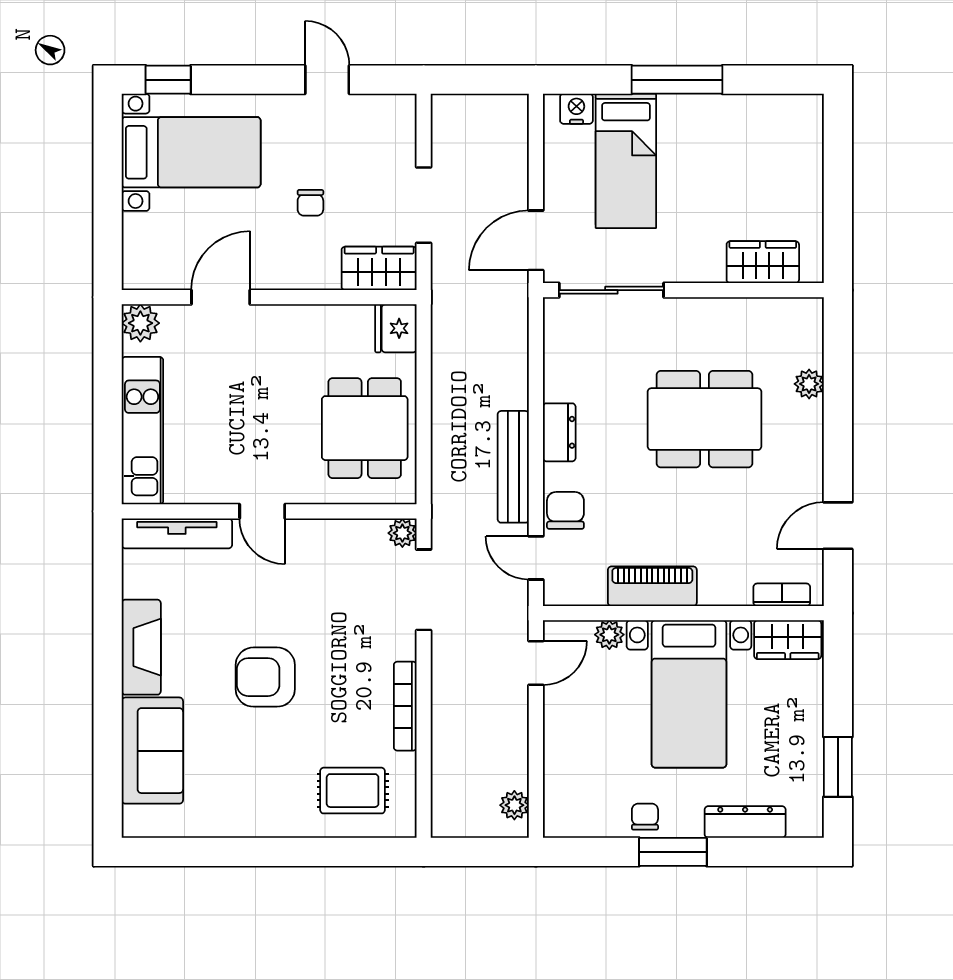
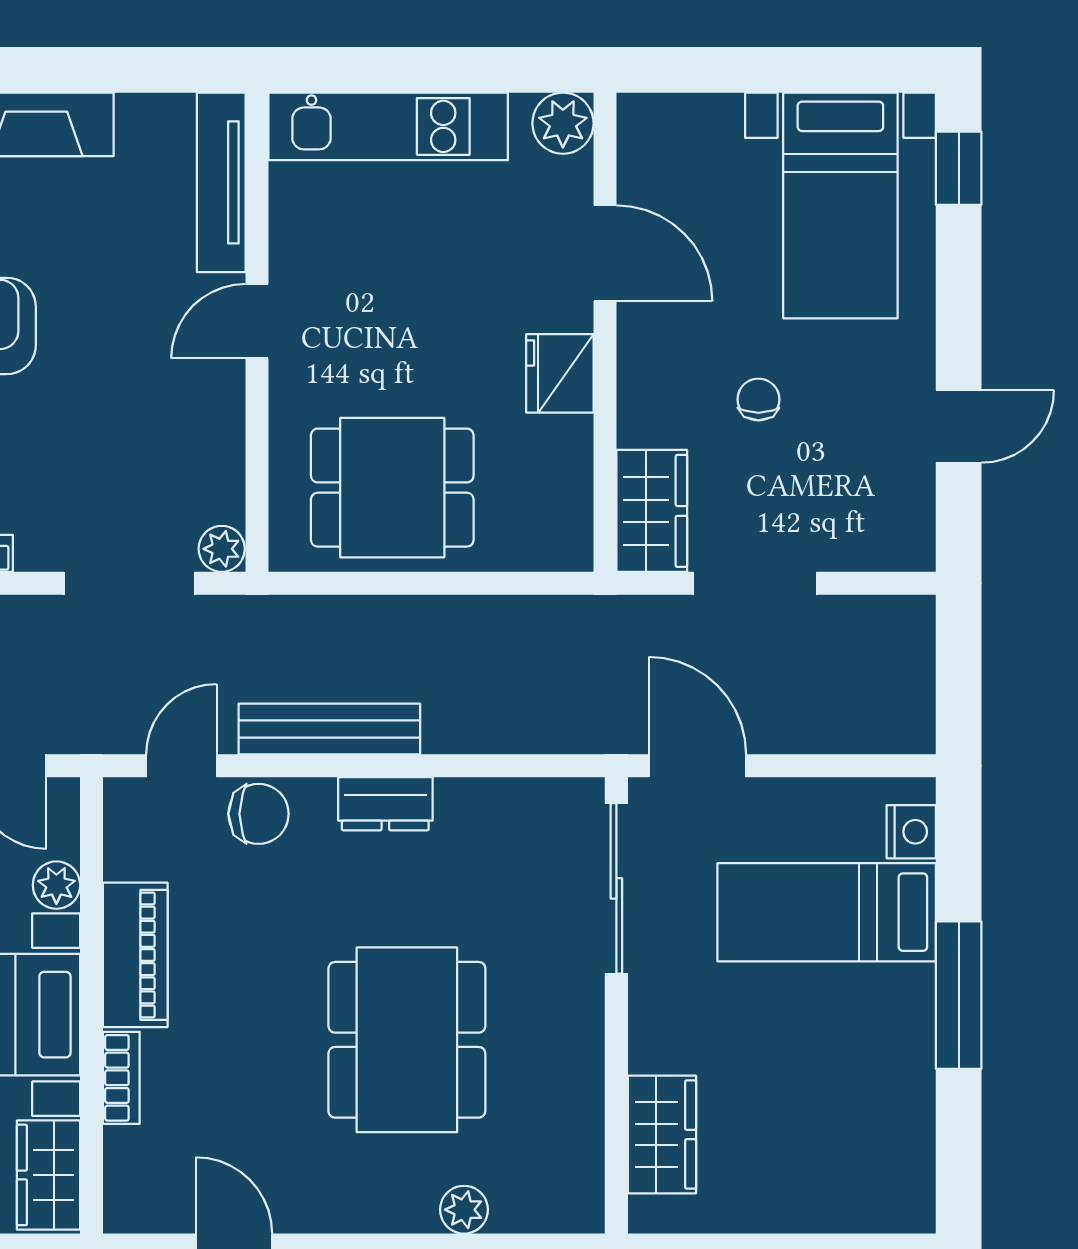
chair: (310, 203) -> (758, 399), turned 90
fridge: (396, 328) -> (560, 373), moved, turned -90
bookcase: (782, 595) -> (121, 1078), moved

